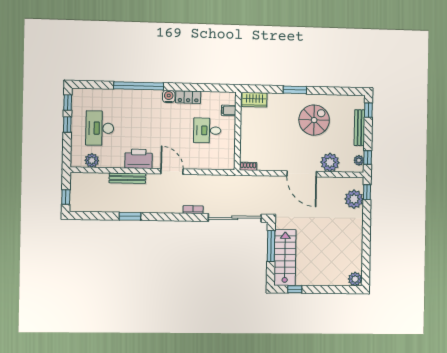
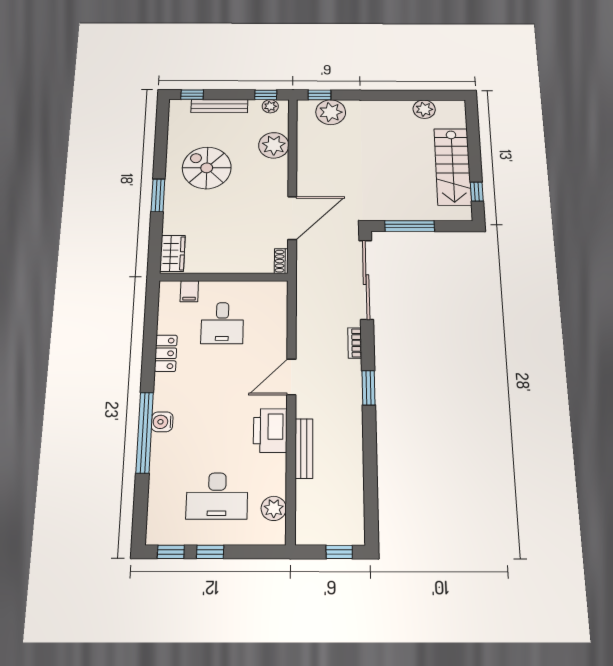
water cooler: (169, 96) -> (162, 422), moved
door: (302, 174) -> (292, 218), moved
window: (130, 216) -> (368, 388), moved
stairs: (285, 258) -> (453, 167), moved, turned -90
plant: (355, 279) -> (424, 109), moved

